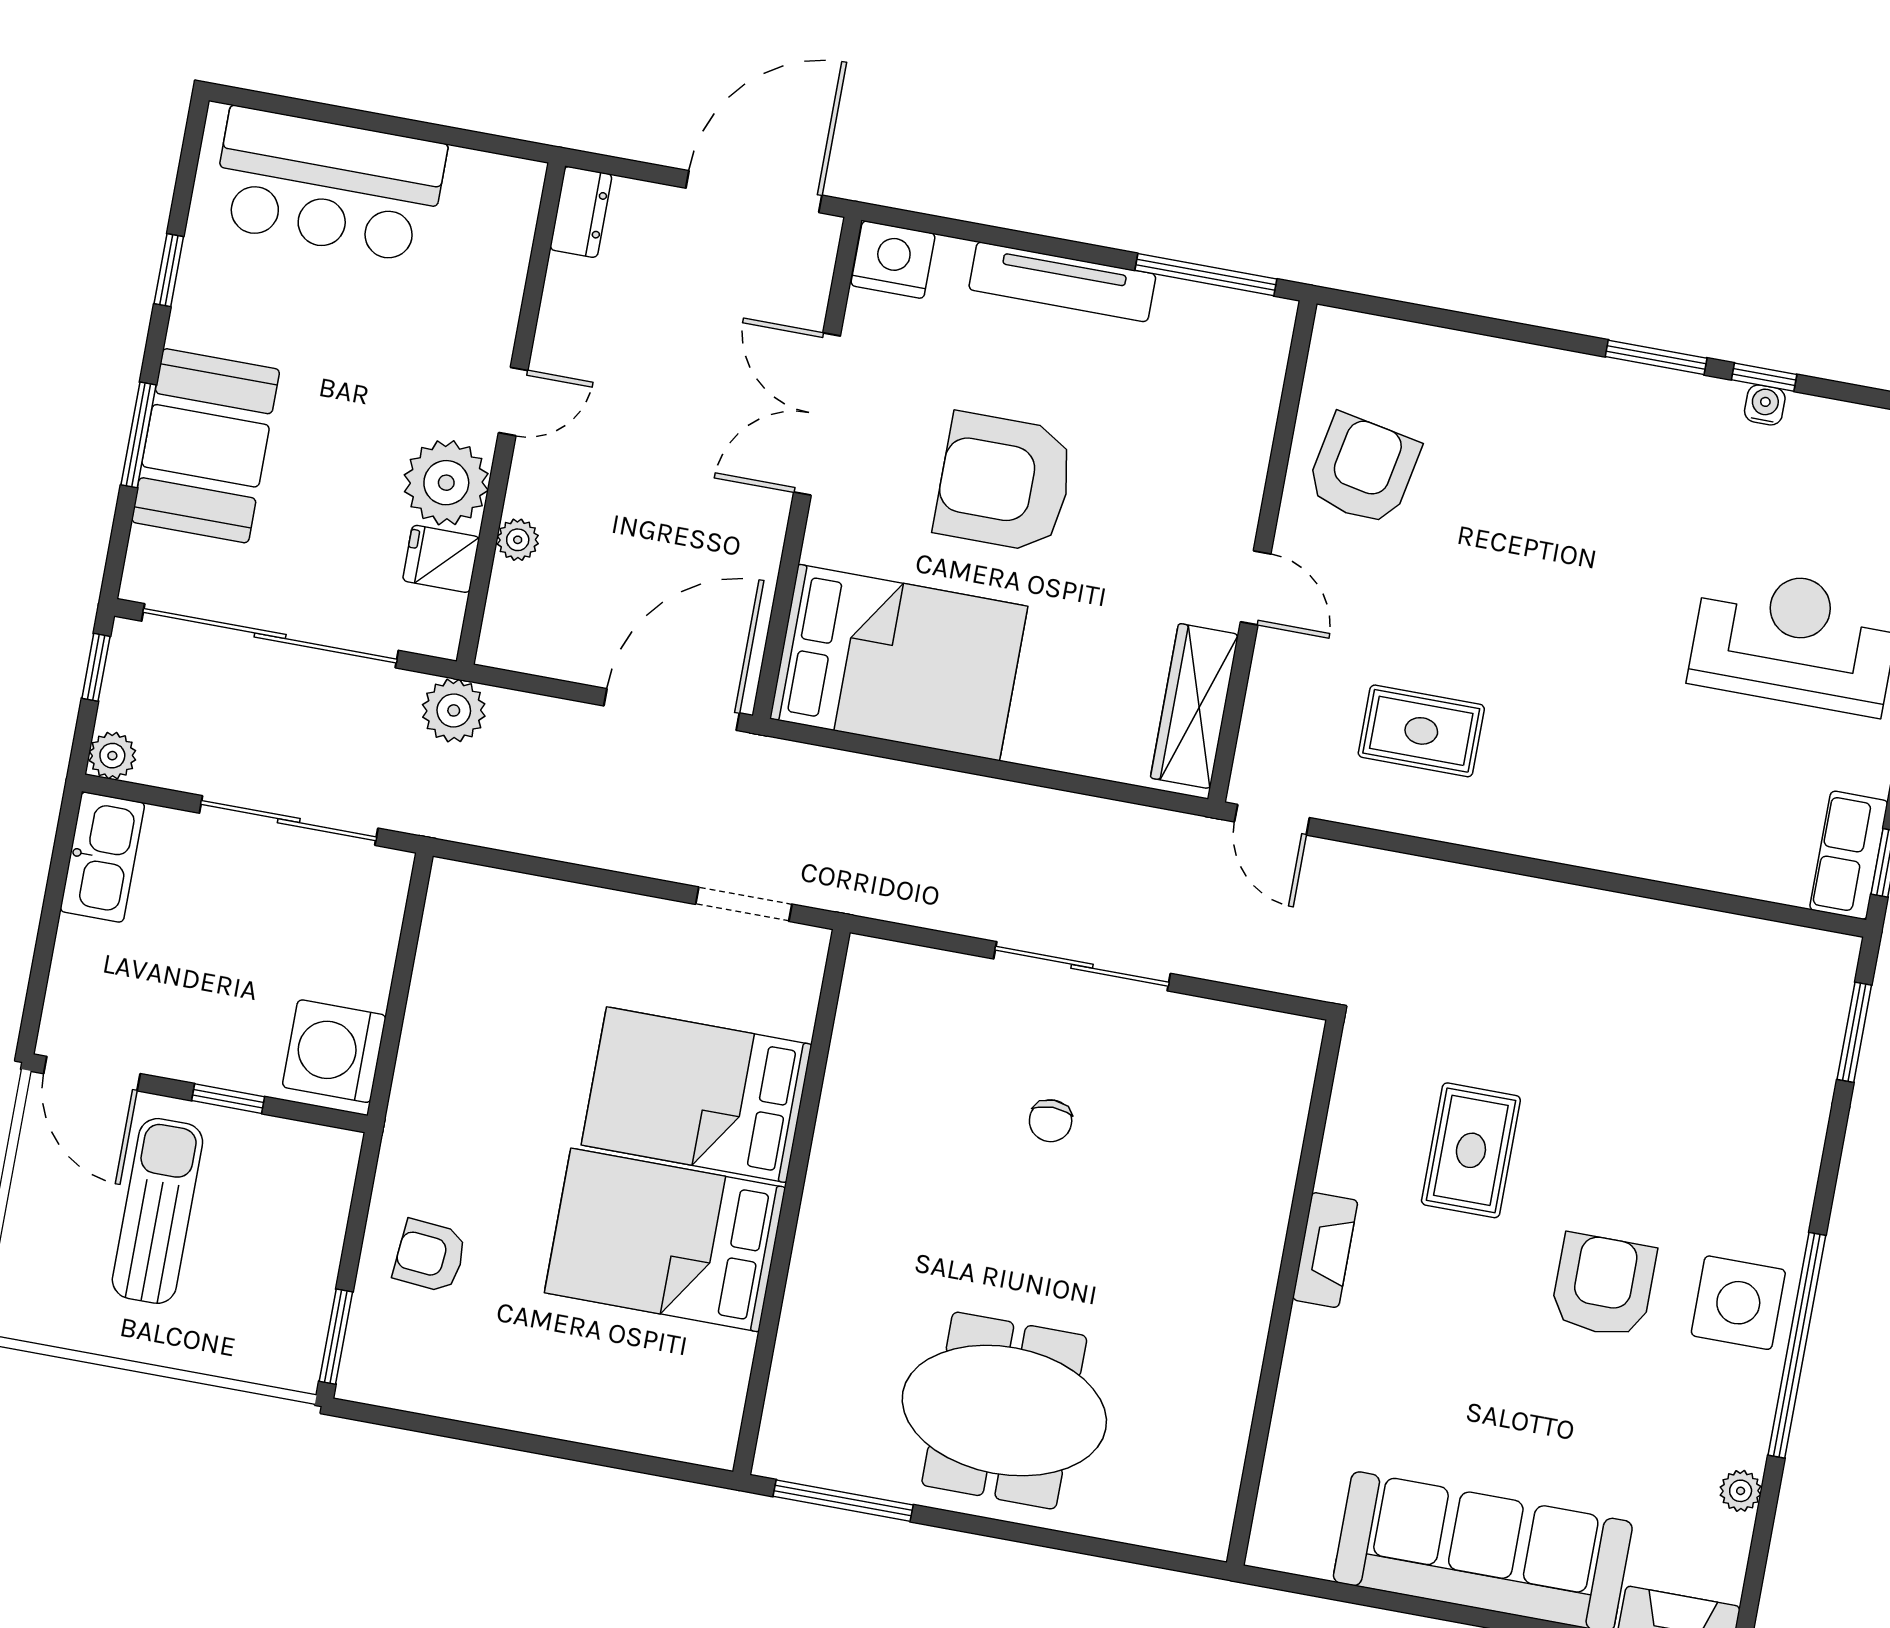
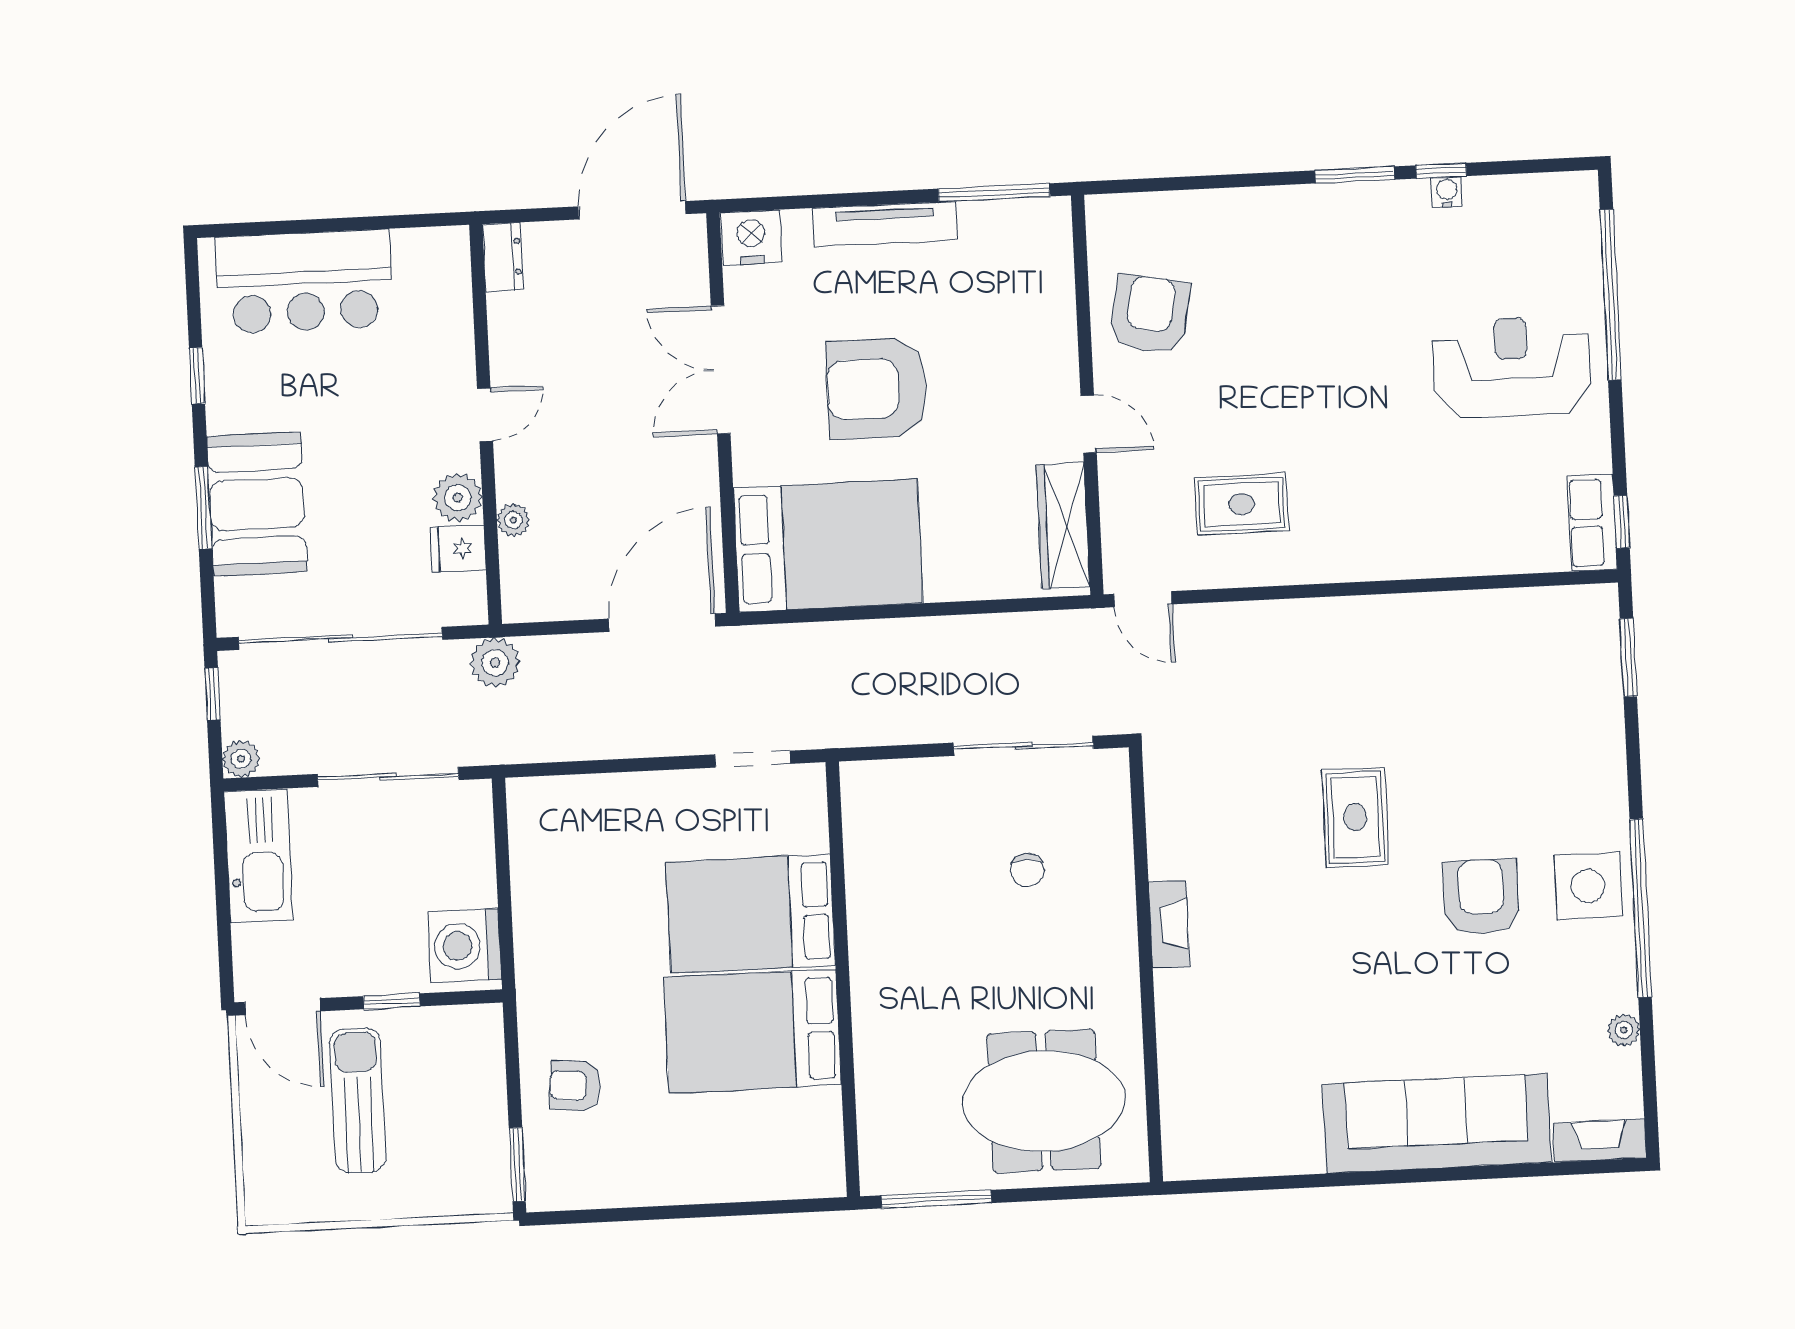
plant: (446, 483) -> (458, 498), width x0.73, depth x0.73
kitchen sink: (102, 857) -> (259, 856), width x1.36, depth x1.24
fireplace: (1325, 1250) -> (1169, 925), moved
wall: (1285, 1293) -> (1146, 964), moved

